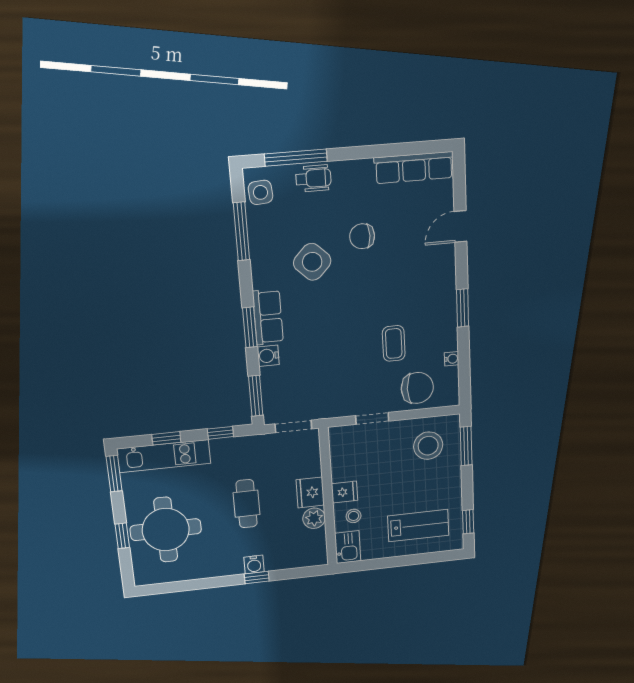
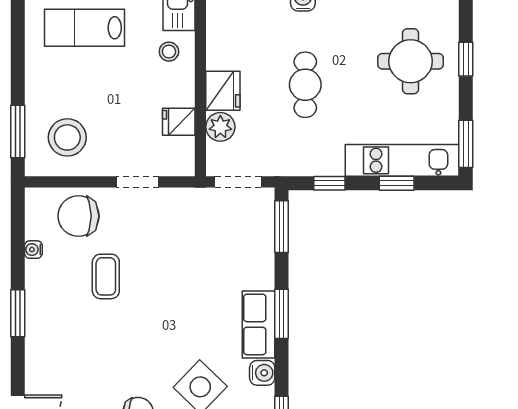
water cooler: (268, 356) -> (262, 373), moved
fridge: (345, 492) -> (179, 122), moved
plant: (314, 518) -> (220, 127), moved
window: (468, 522) -> (18, 25), removed
round table: (166, 530) -> (411, 61), width x0.73, depth x0.73

